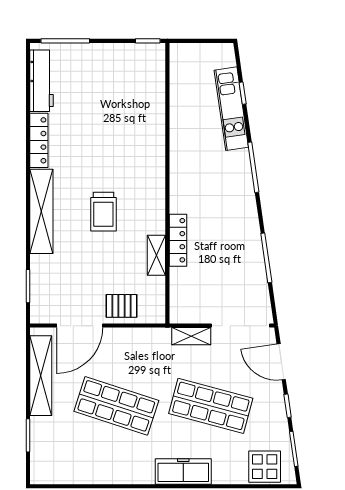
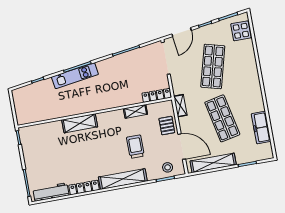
kitchen unit: (231, 109) -> (75, 76), moved
shelving: (153, 153) -> (80, 123), added
trolley: (103, 212) -> (135, 147), moved, turned -90
locker: (178, 240) -> (157, 95), moved
stool: (48, 294) -> (168, 167), added
shelving: (191, 336) -> (180, 106), moved
shop shelf: (116, 406) -> (222, 118), turned -30
freezer: (183, 471) -> (261, 128), moved

